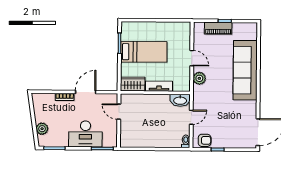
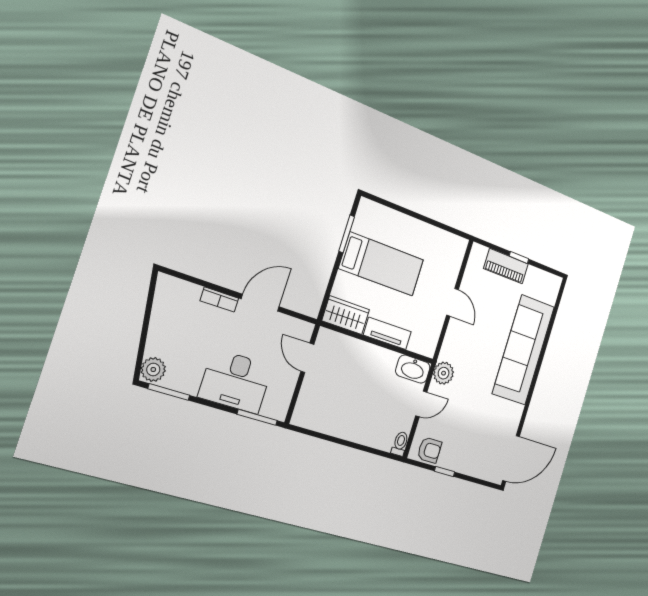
plant: (199, 78) -> (444, 373), moved
plant: (42, 129) -> (153, 369), moved

